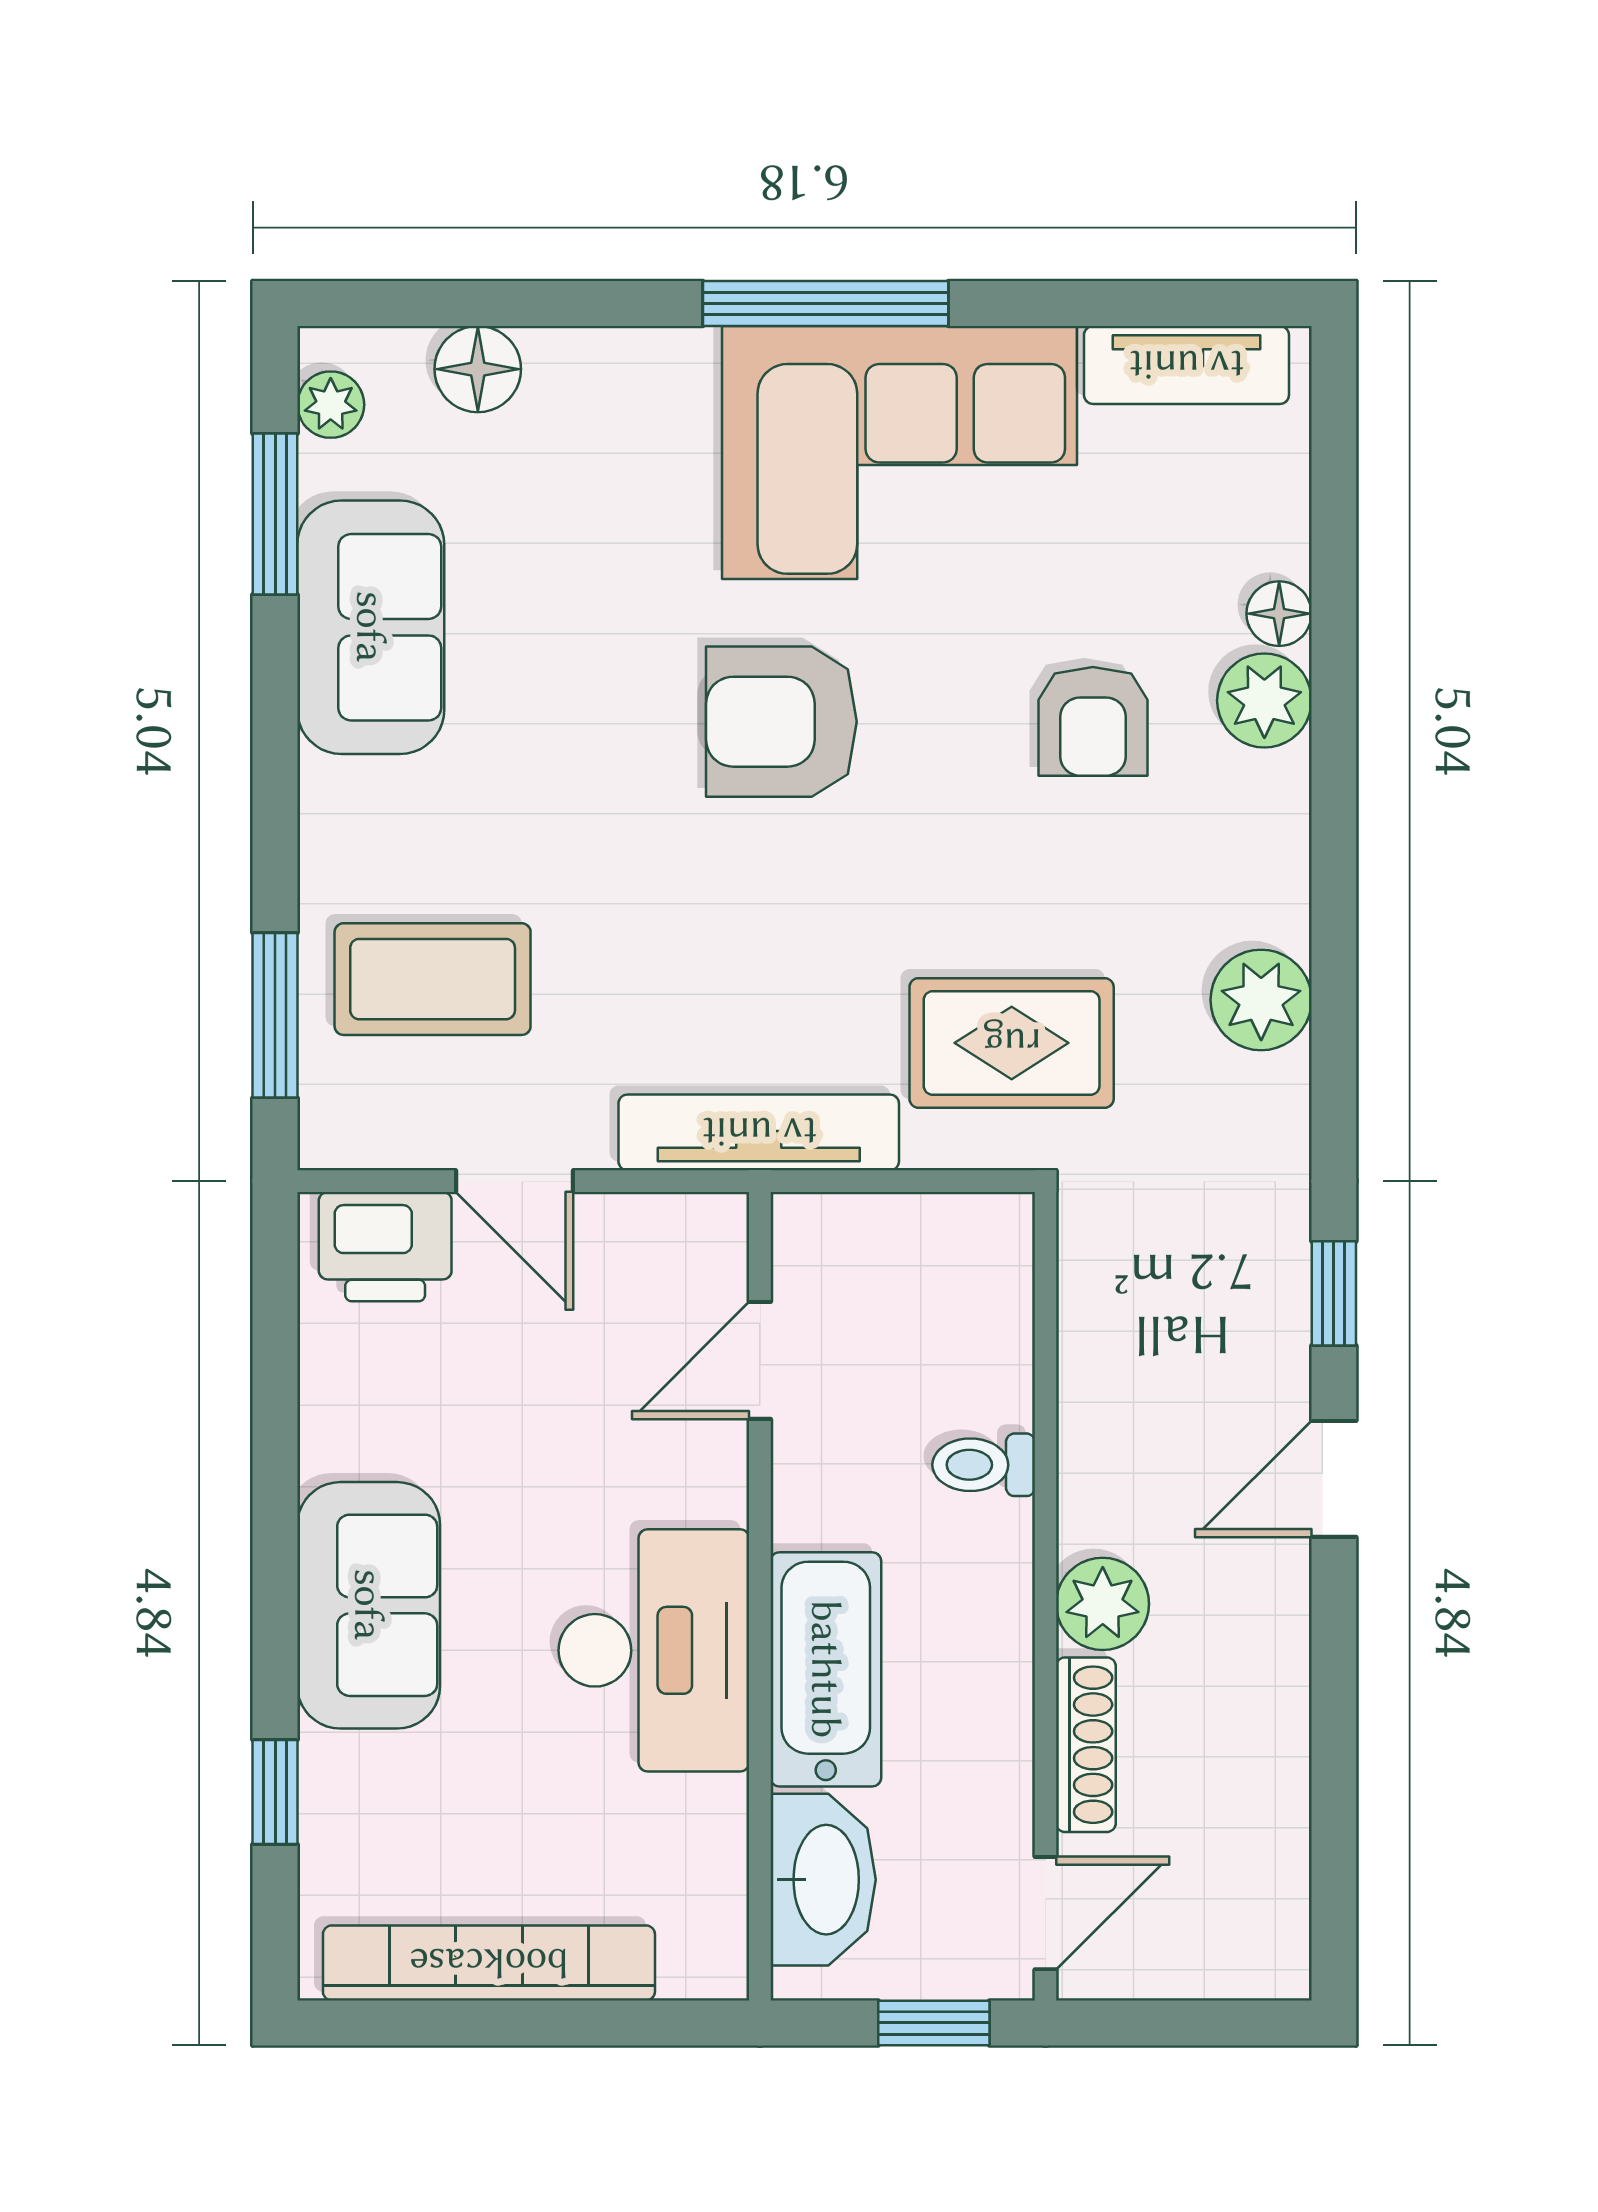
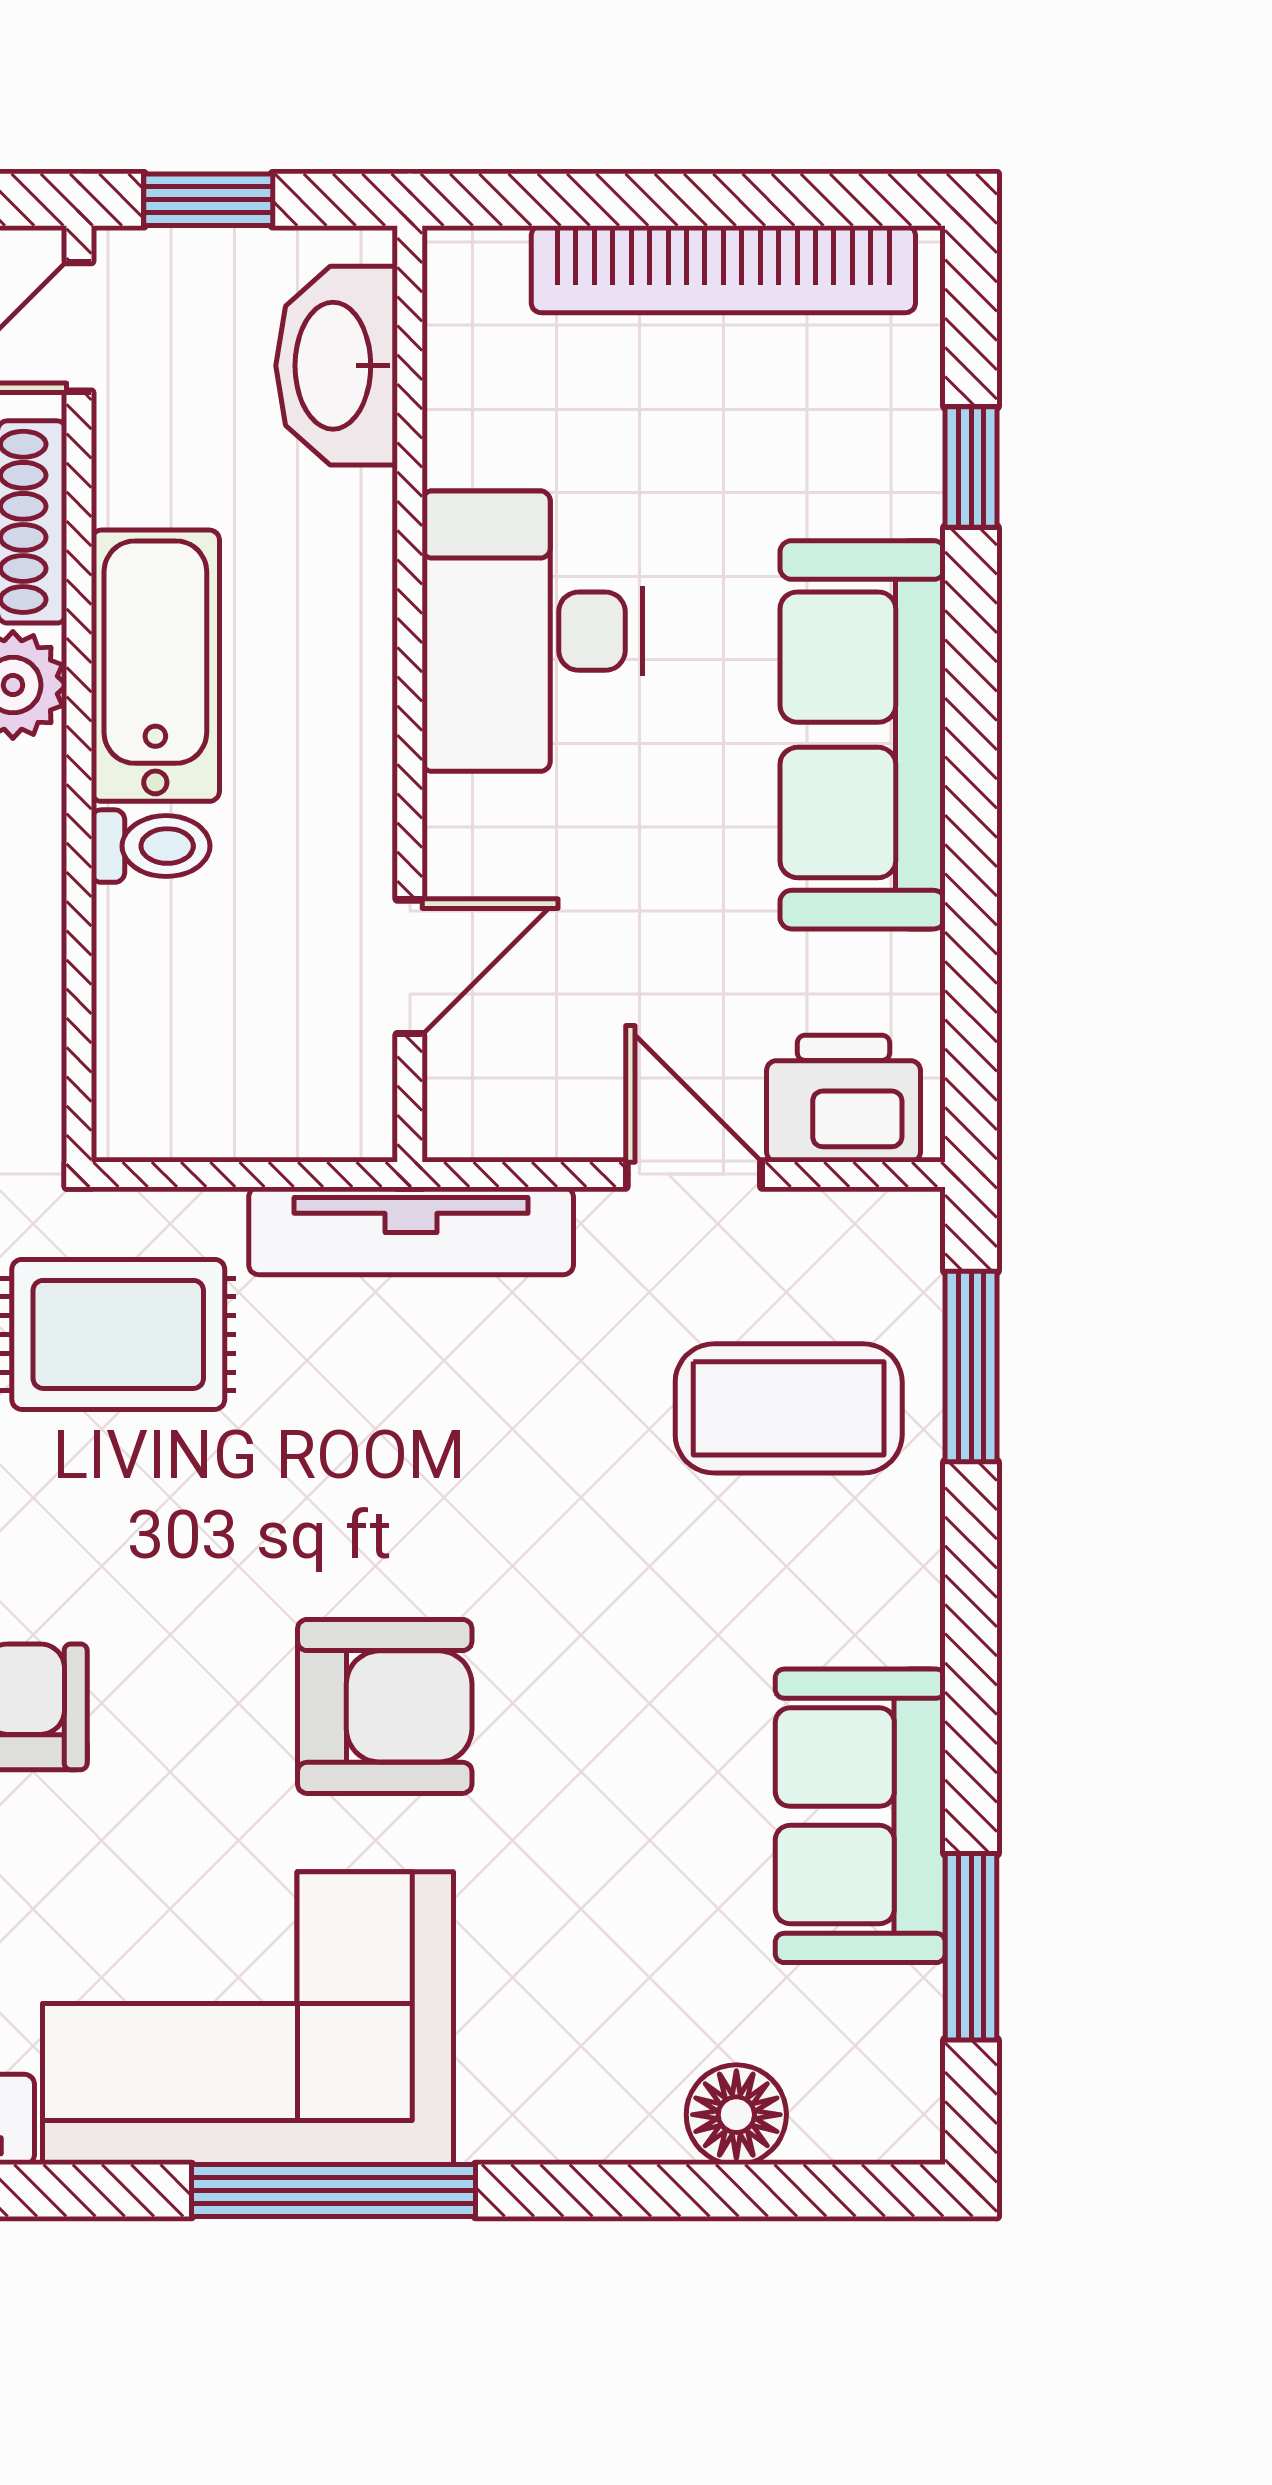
plant: (331, 405) -> (907, 2074), removed
sofa: (369, 1605) -> (863, 735), width x1.36
bathtub: (826, 1669) -> (155, 666), moved, turned 180

